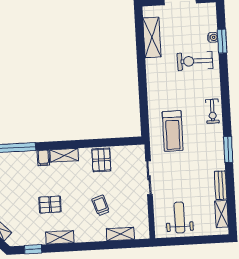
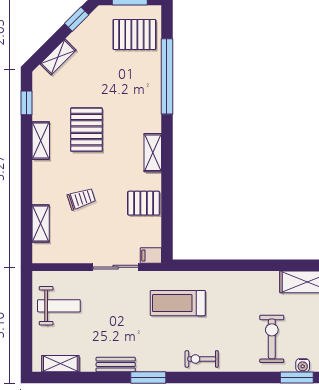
filing cabinet: (43, 158) -> (151, 255), moved
bench: (221, 185) -> (116, 365), moved
pallet: (50, 205) -> (86, 130), width x1.50, depth x1.42

